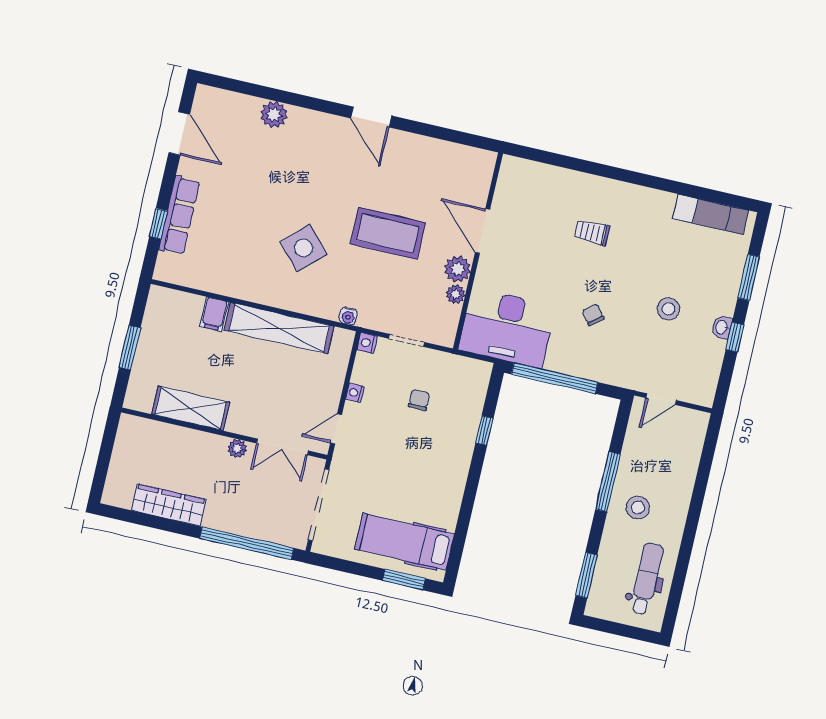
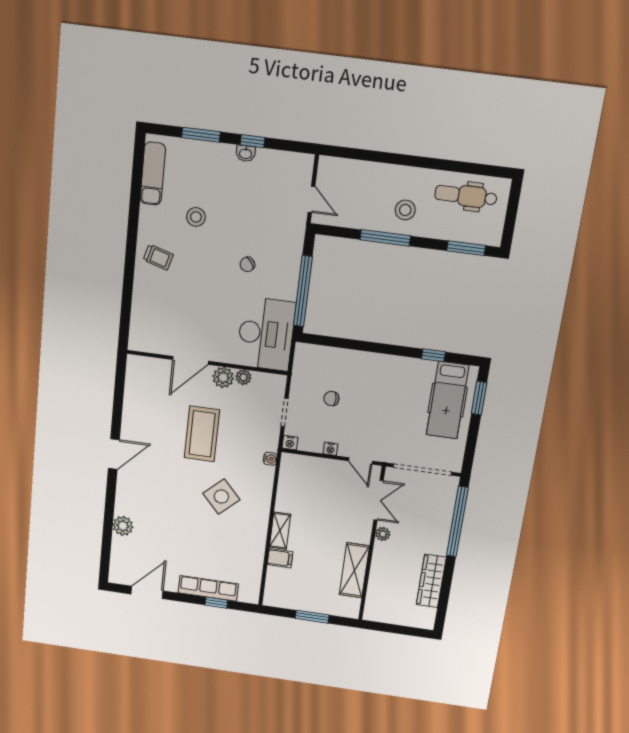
trolley: (592, 232) -> (158, 257), moved, turned -74
stool: (668, 309) -> (196, 217), moved
shelving: (279, 328) -> (280, 531), width x0.45, depth x0.75
window: (484, 431) -> (433, 355), moved

